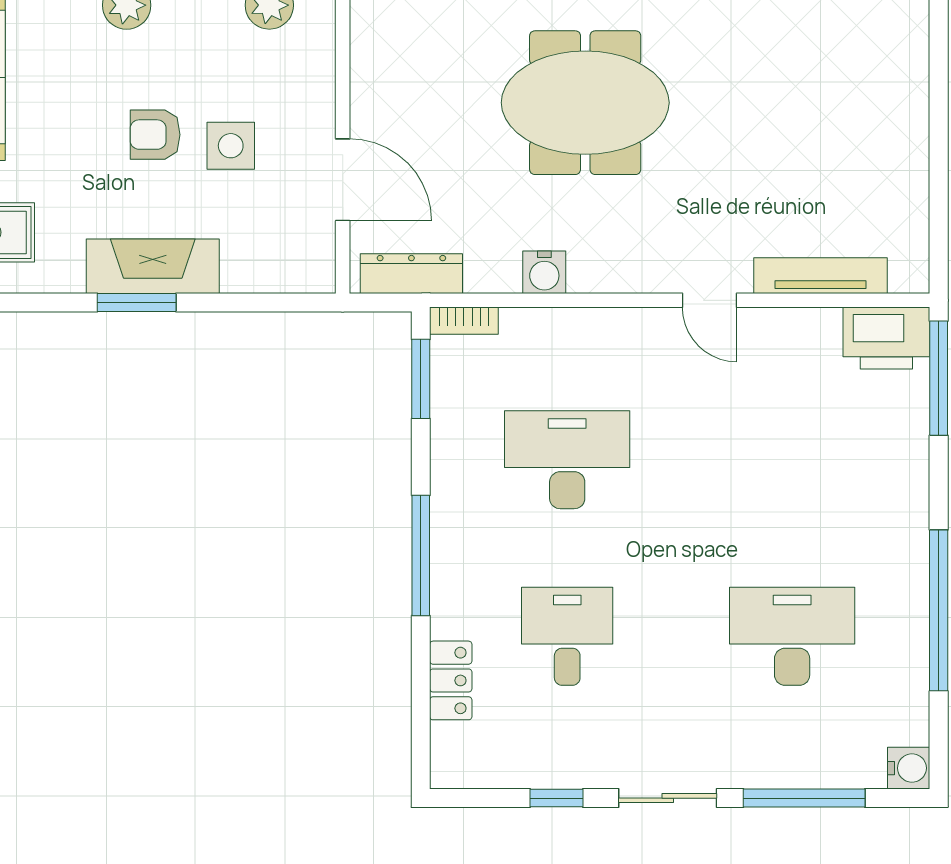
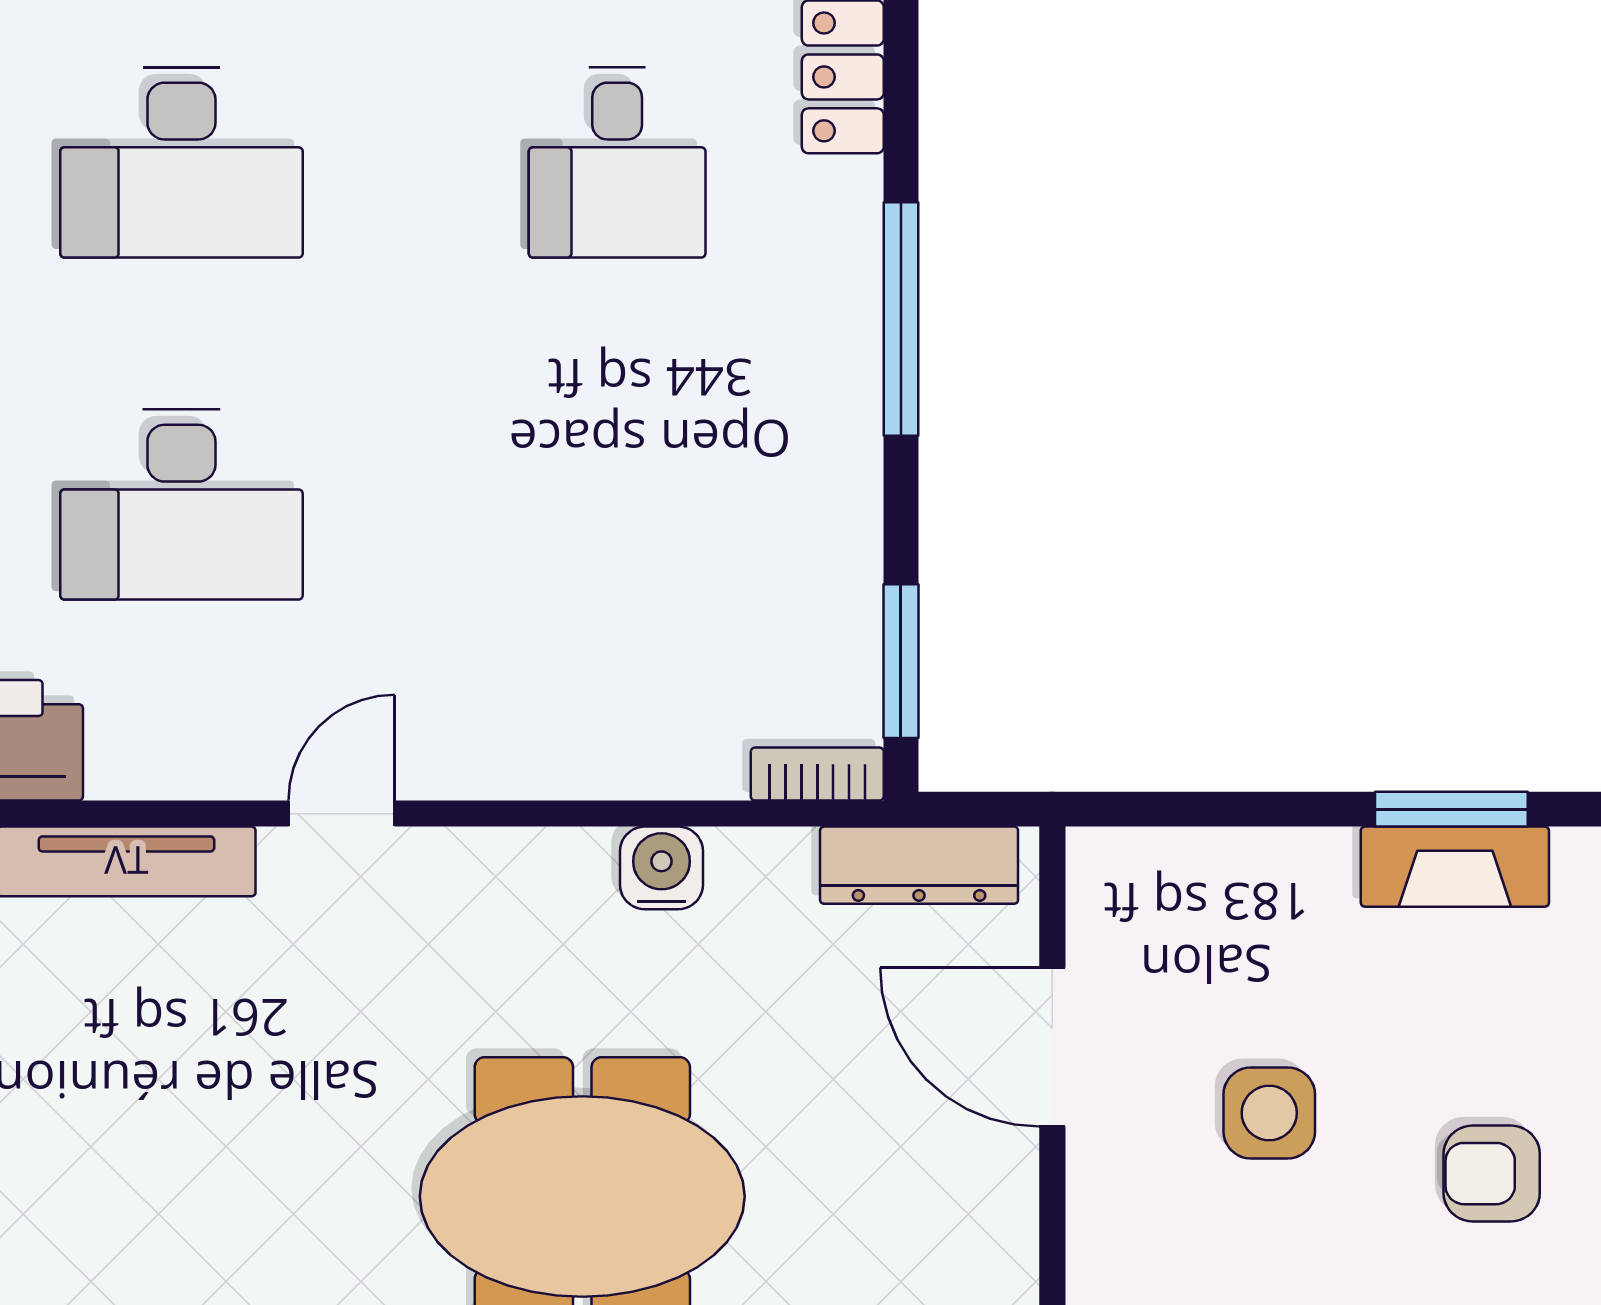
armchair: (155, 135) -> (1492, 1174), moved, turned 180
fireplace: (153, 266) -> (1455, 867), width x0.73, depth x0.76
door: (709, 300) -> (342, 814), hinge flipped
desk: (567, 460) -> (181, 505), moved

